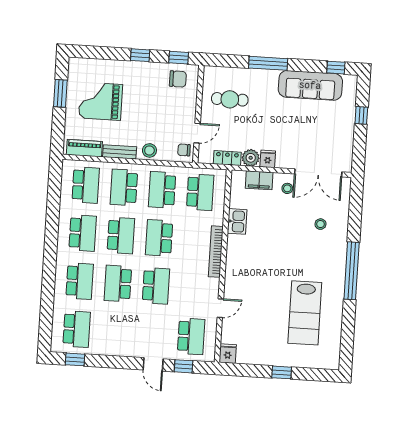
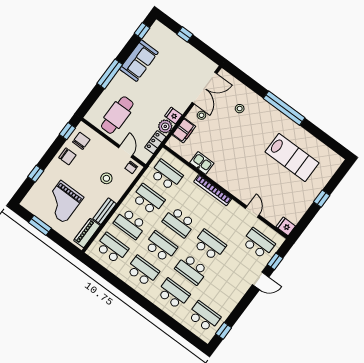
window: (140, 55) -> (36, 174), moved
chair: (152, 75) -> (67, 156), added
sofa: (310, 85) -> (139, 61), width x0.73
cafe table: (230, 99) -> (117, 115), width x1.37, depth x1.35
stool: (149, 150) -> (106, 178), moved
school desk: (162, 190) -> (148, 199), turned 180

